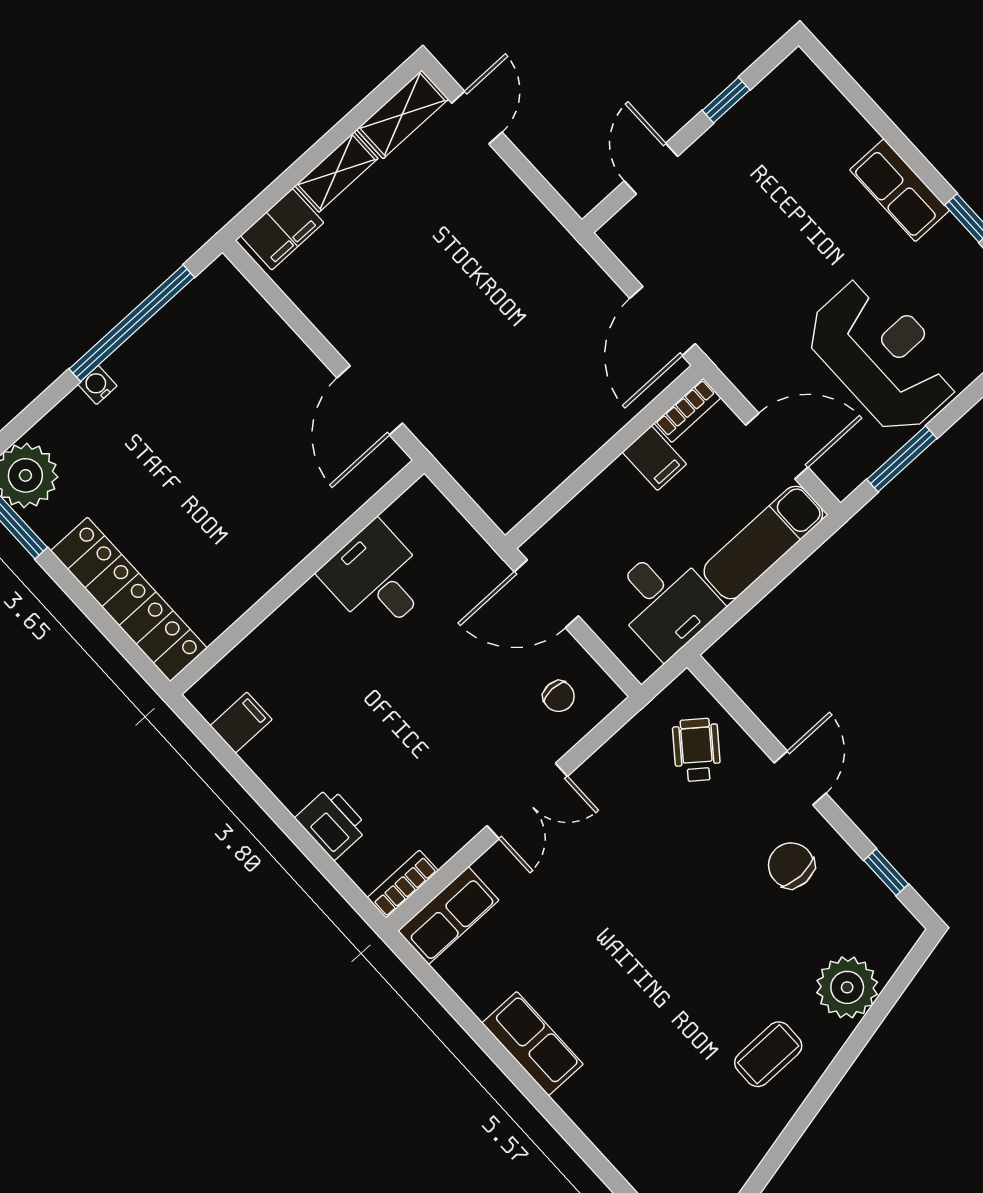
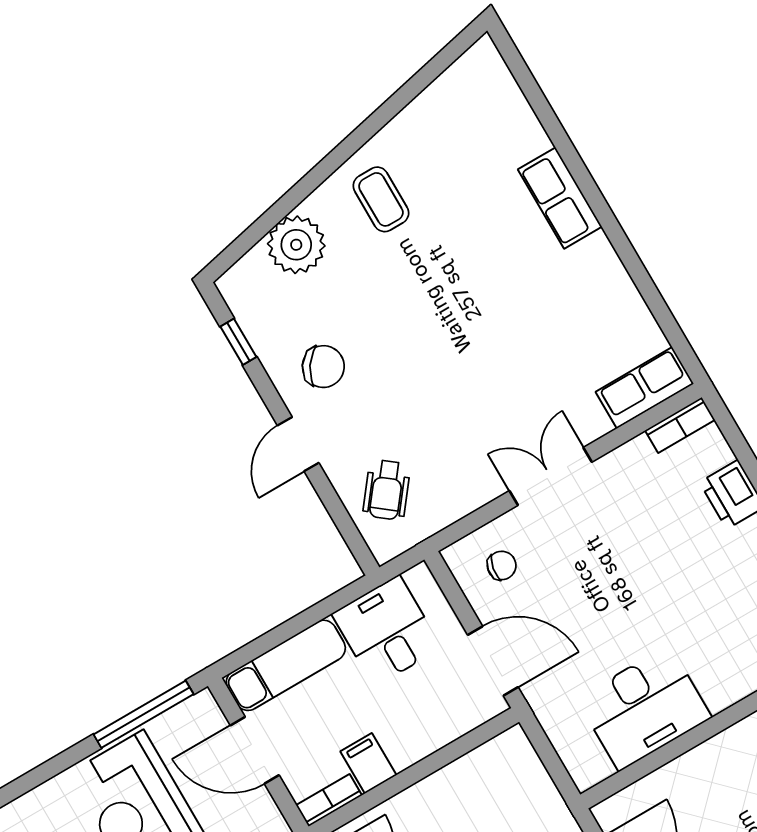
window: (902, 459) -> (144, 714), width x1.44
desk: (377, 578) -> (644, 708), width x1.37
chair: (559, 696) -> (502, 566), turned 100
chair: (791, 865) -> (323, 367), turned -56
row of seats: (533, 1044) -> (560, 198), moved
coffee table: (768, 1054) -> (381, 199), turned 90

